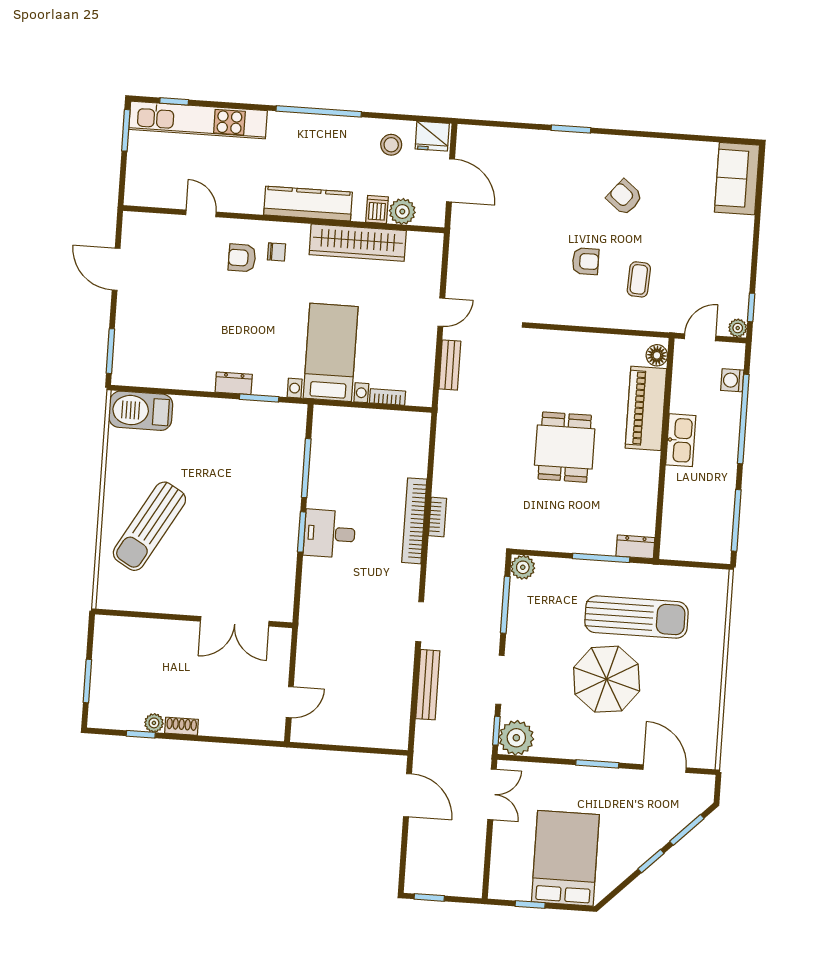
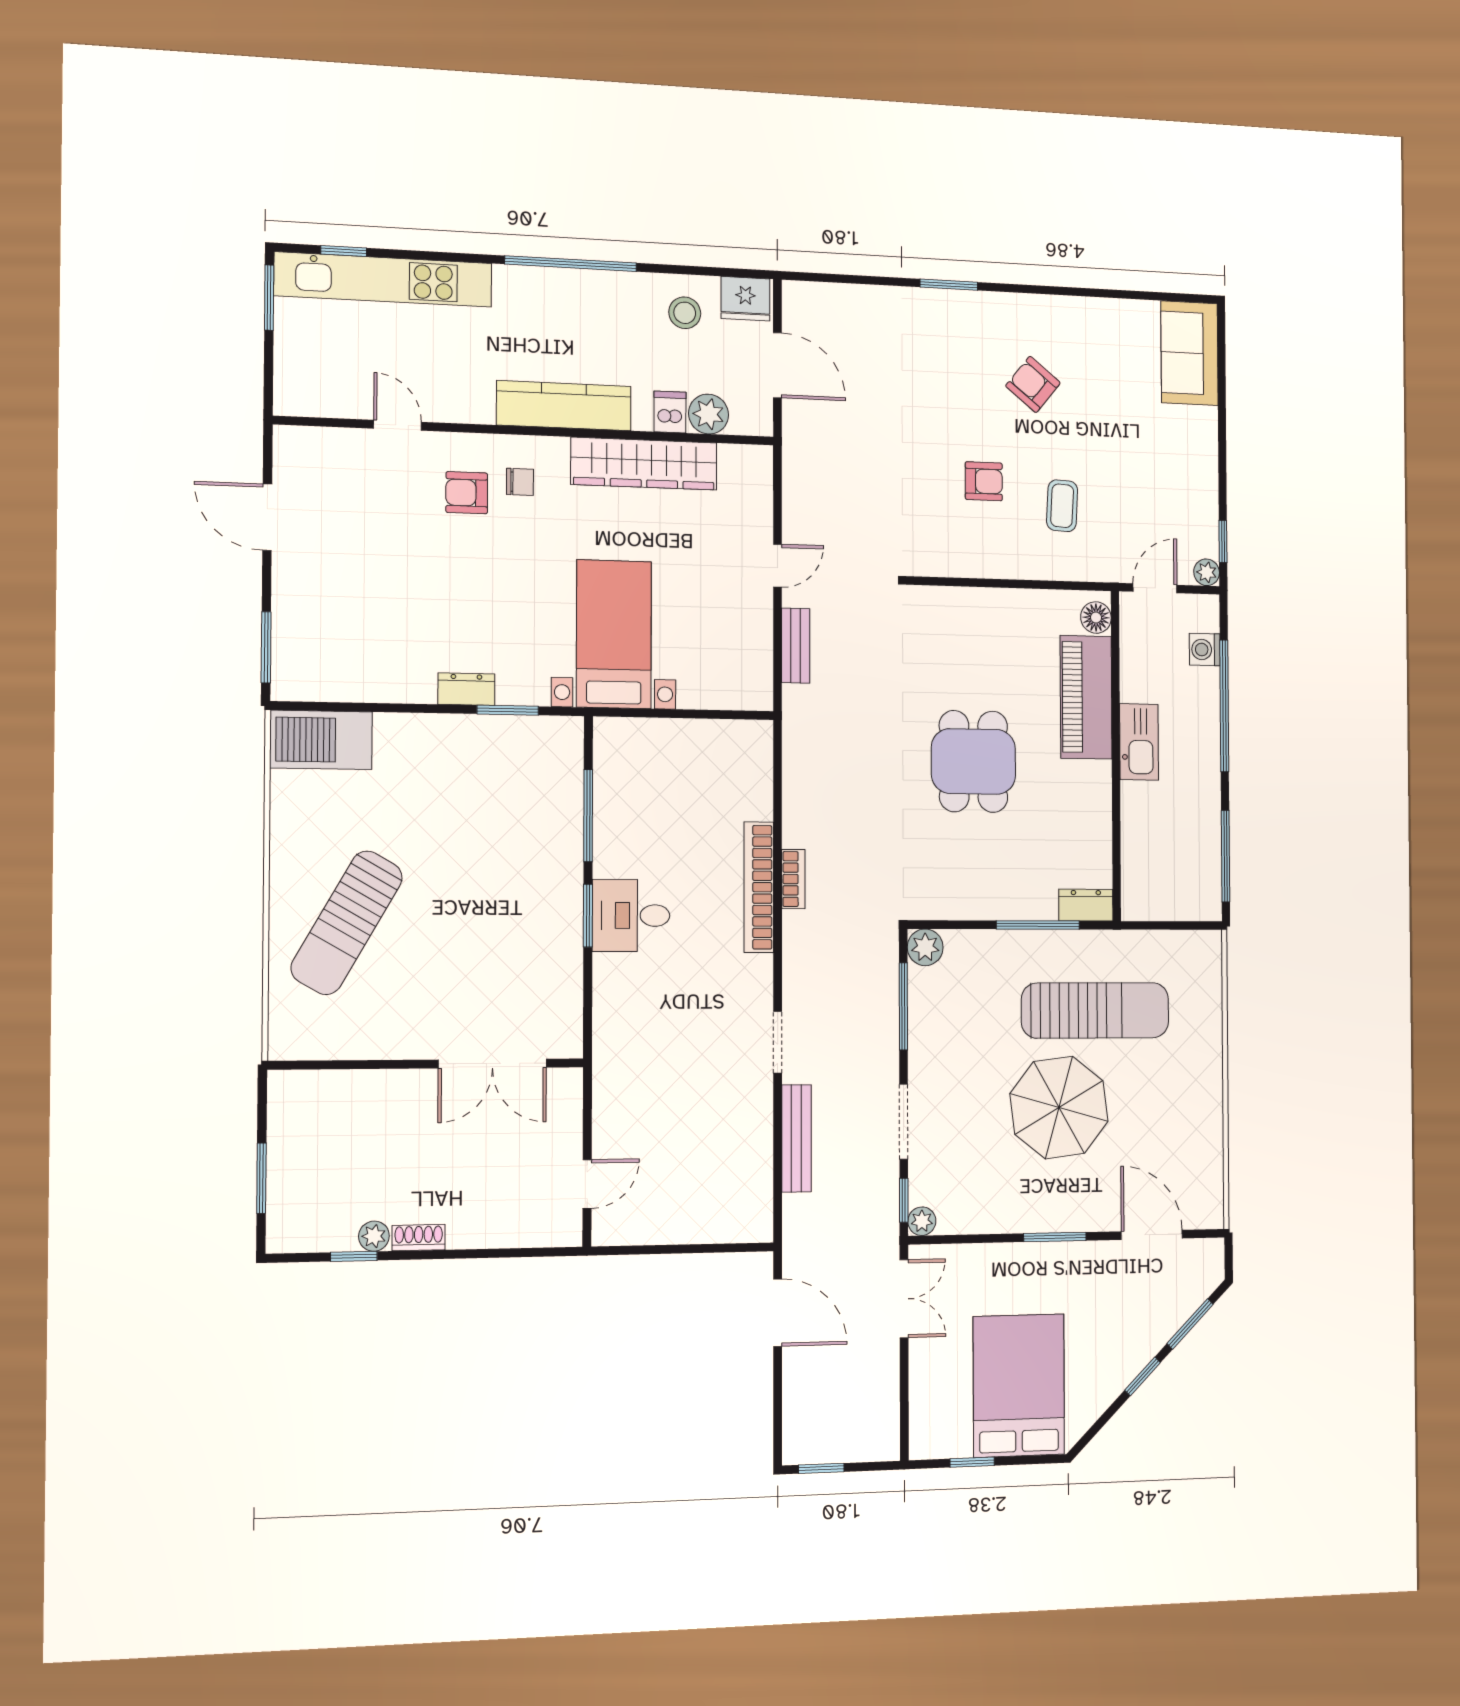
bookcase: (387, 397) -> (705, 699), removed
plant: (516, 738) -> (922, 1221), width x0.53, depth x0.53

